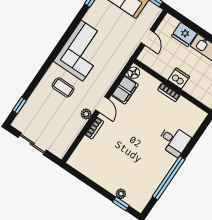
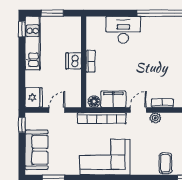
fridge: (184, 34) -> (34, 97), moved
bookcase: (116, 70) -> (102, 118), added
coffee table: (63, 87) -> (165, 163), moved
desk: (174, 141) -> (123, 30), width x1.37

